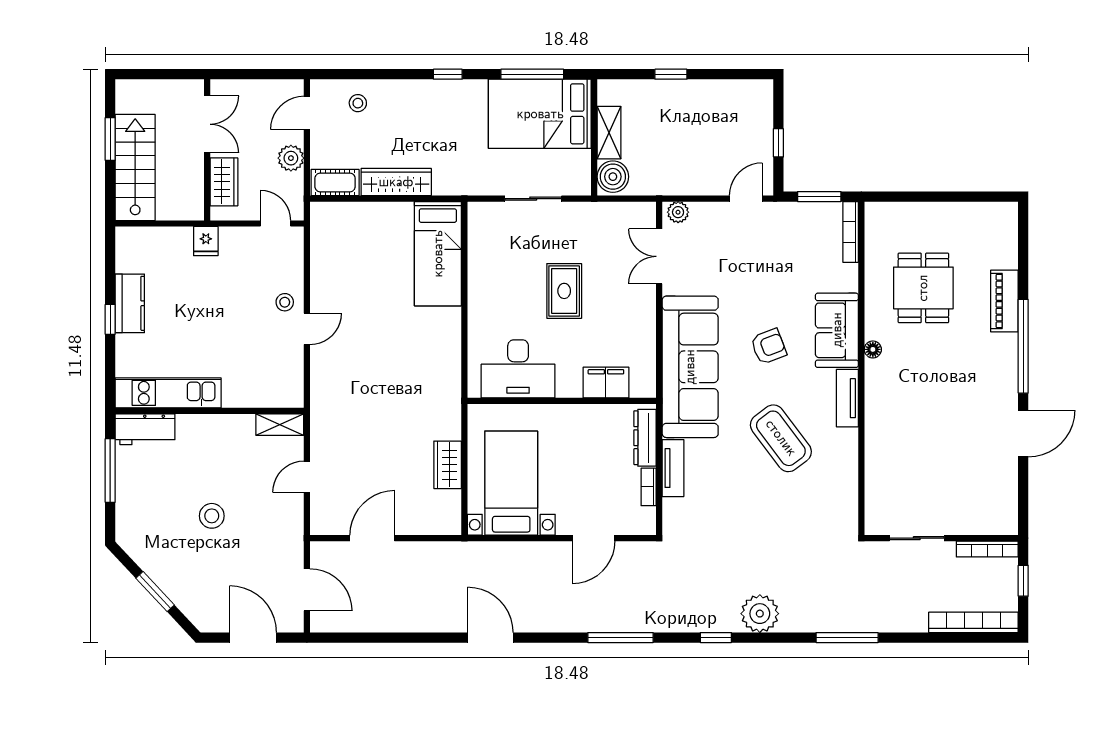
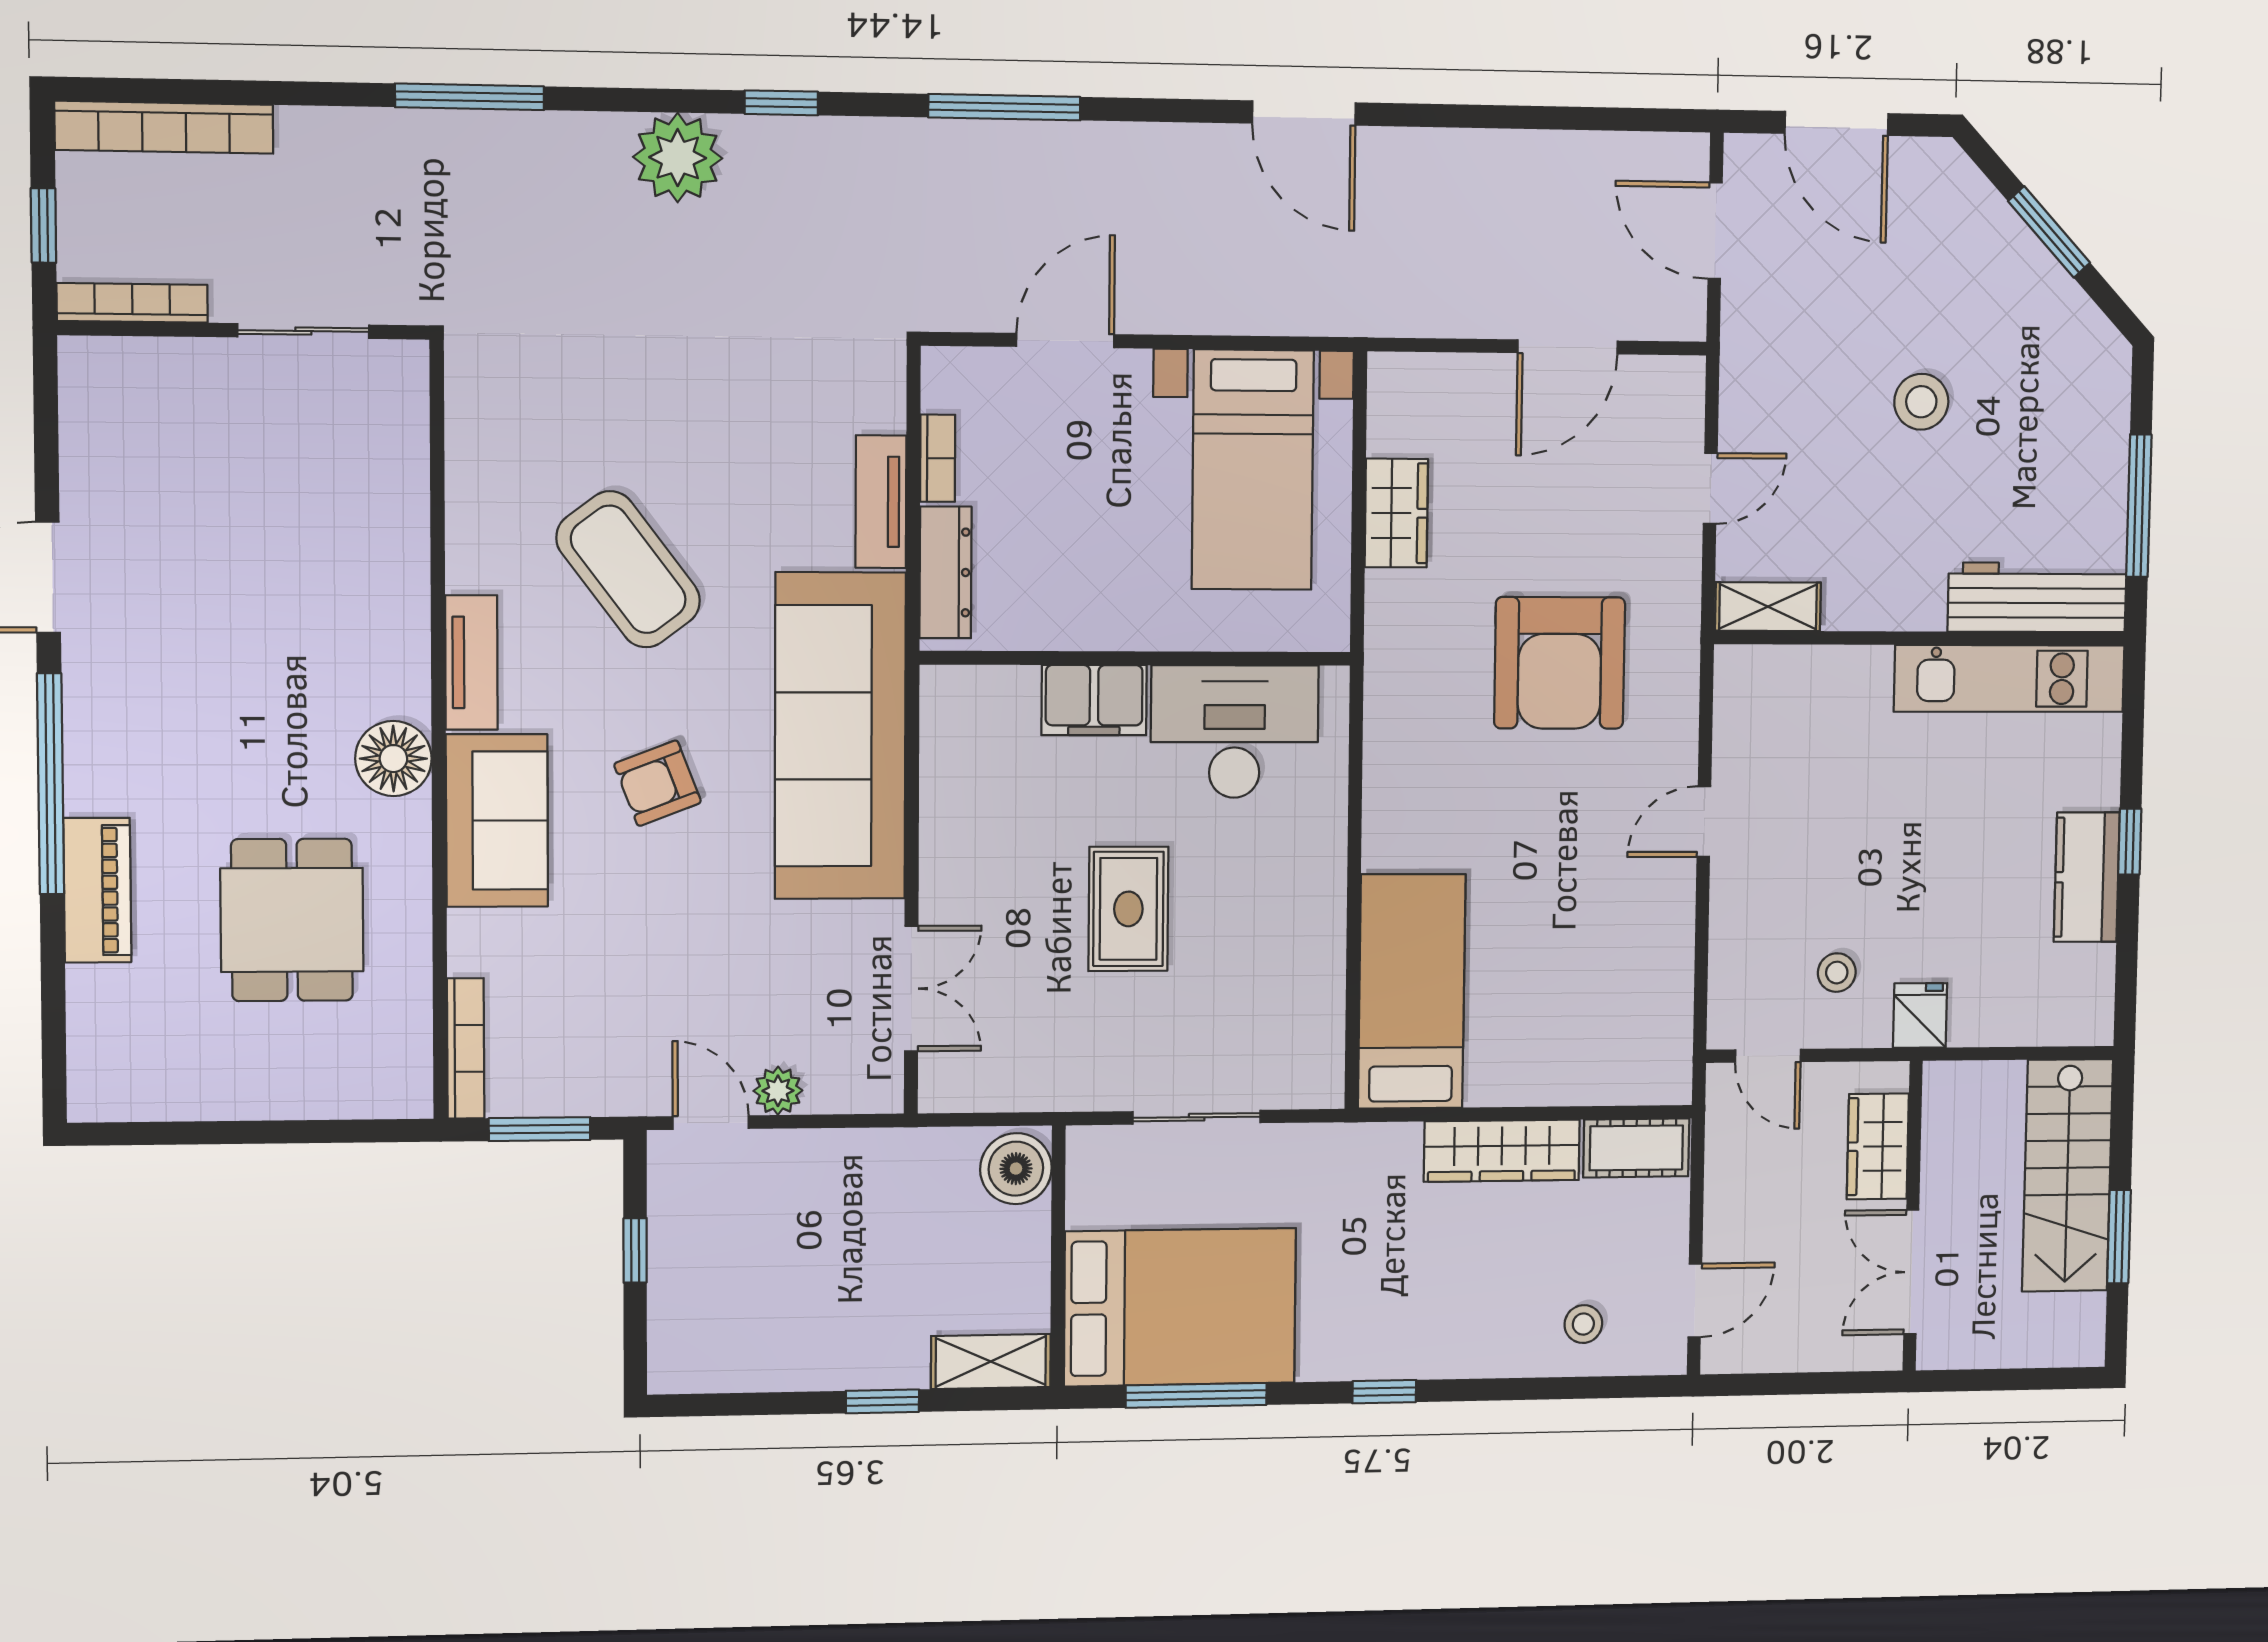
shelving: (609, 133) -> (991, 1362), moved, turned 90
plant: (291, 158) -> (1732, 1201), removed
door: (746, 199) -> (711, 1123), swing flipped
plant: (678, 212) -> (778, 1091), moved
stool: (285, 302) -> (1837, 973), moved
floor lamp: (873, 349) -> (393, 759), width x1.89, depth x1.89
filing cabinet: (606, 382) -> (1094, 700), moved
armchair: (374, 399) -> (1560, 663), added
workbench: (145, 429) -> (2037, 597), width x1.37

